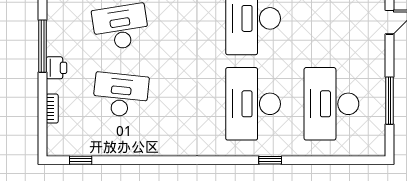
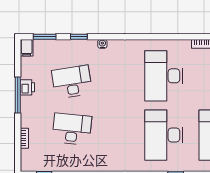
printer: (56, 68) -> (27, 87), moved

